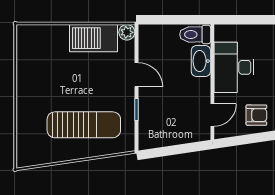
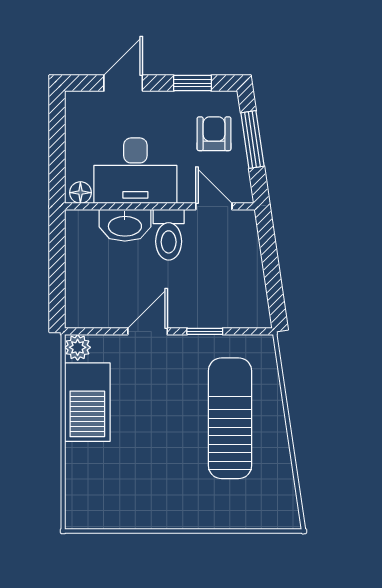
toilet: (195, 34) -> (169, 235), moved
floor lamp: (221, 34) -> (80, 193), added
window: (253, 138) -> (252, 140), added

